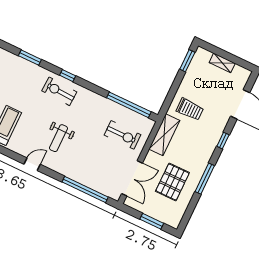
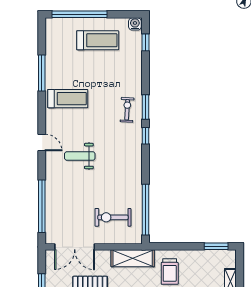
window: (30, 58) -> (145, 107), moved
exercise bike: (59, 91) -> (127, 110), moved, width x0.73, depth x0.72
exercise bike: (122, 135) -> (113, 217), turned 90

